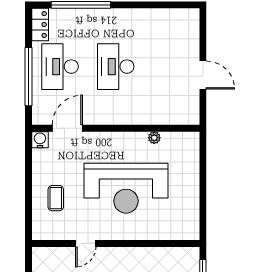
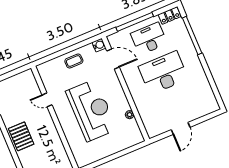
desk: (116, 67) -> (163, 73), width x1.36, depth x1.30
reception desk: (126, 188) -> (91, 110), turned 180
coffee table: (56, 198) -> (74, 61), moved

